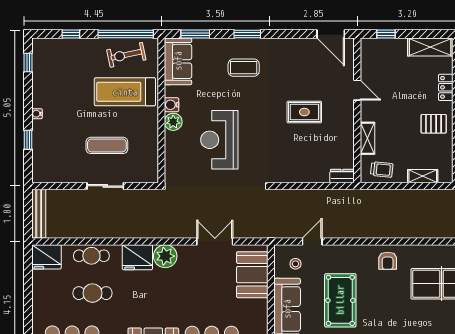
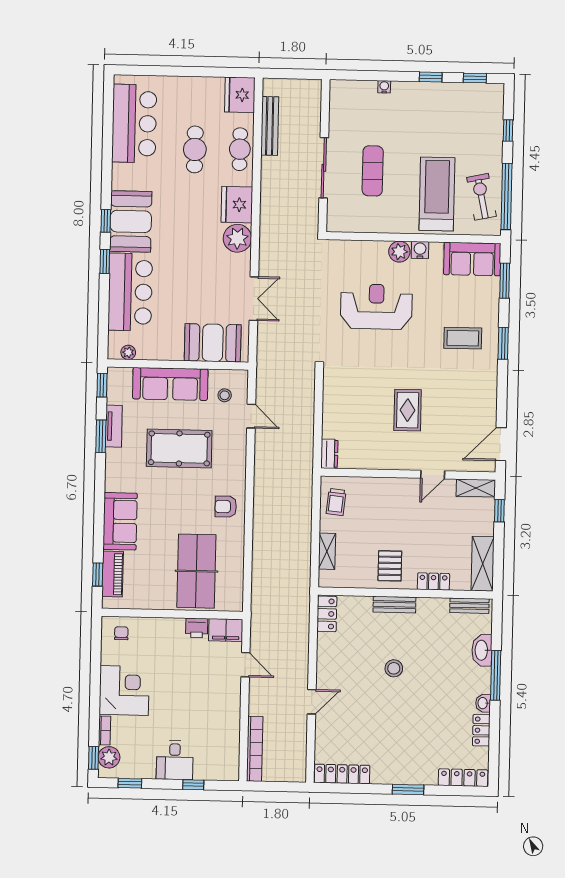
coffee table: (244, 68) -> (463, 338), turned 90
water cooler: (37, 114) -> (384, 87), moved
shelving: (367, 138) -> (476, 488), moved
window: (28, 140) -> (431, 77), moved
sliding door: (105, 186) -> (324, 168), width x1.37
bench: (39, 214) -> (270, 126), moved, turned 90

